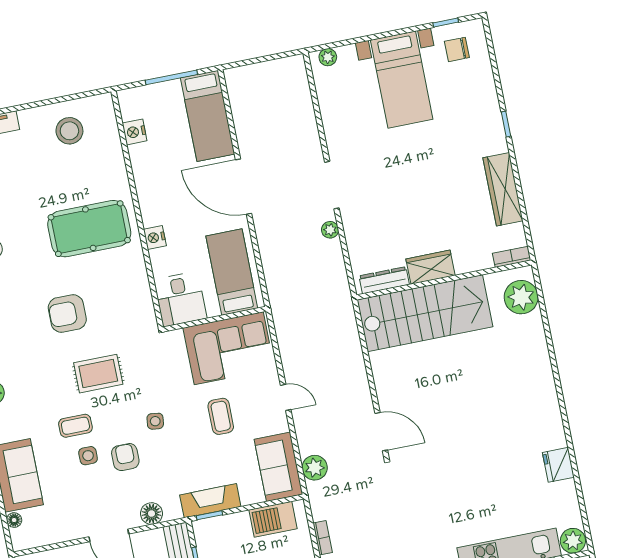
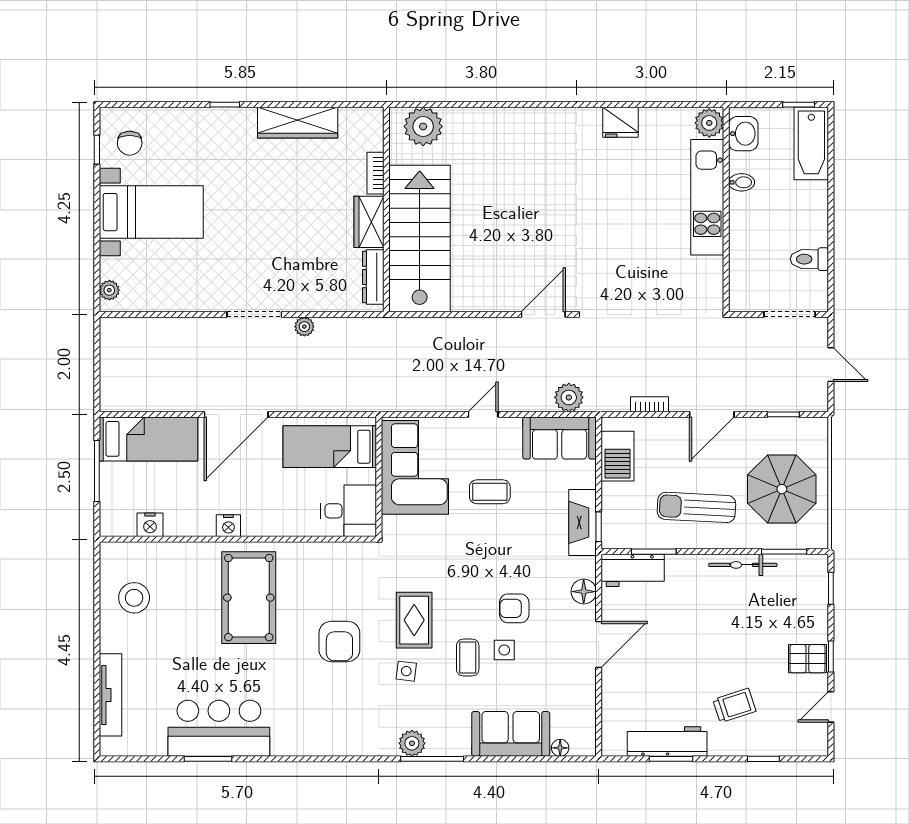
nightstand: (155, 237) -> (228, 526), moved
bookcase: (512, 257) -> (376, 173), moved
side table: (155, 421) -> (406, 671), moved

